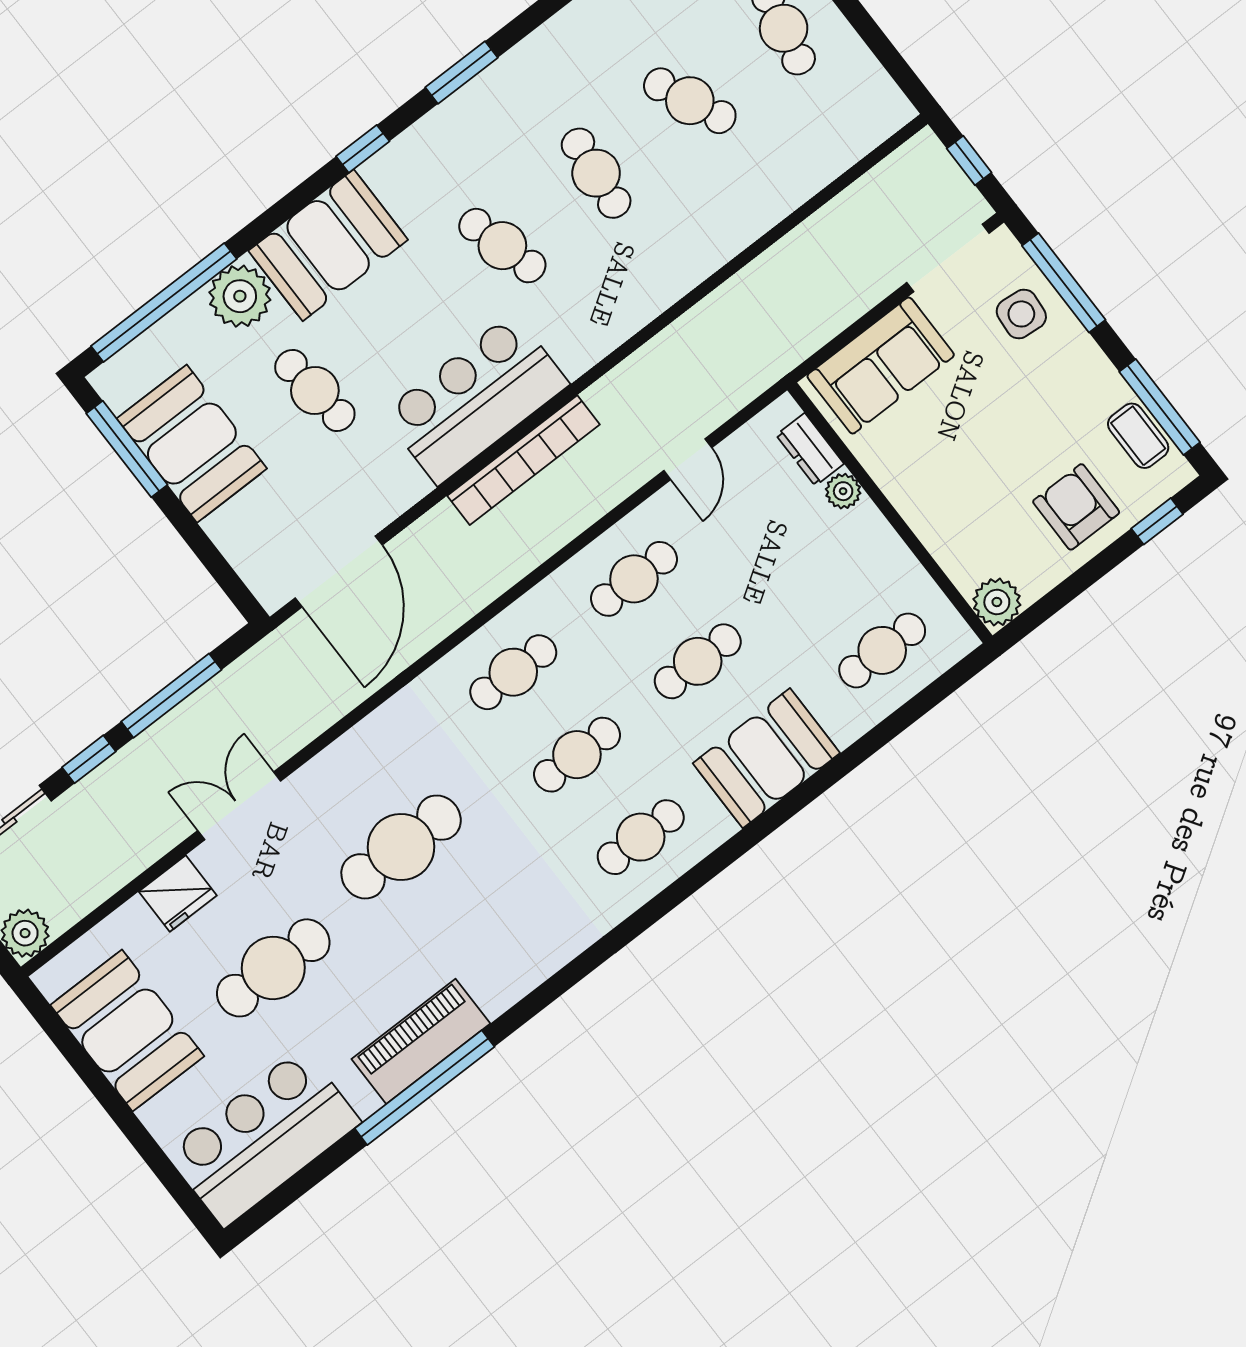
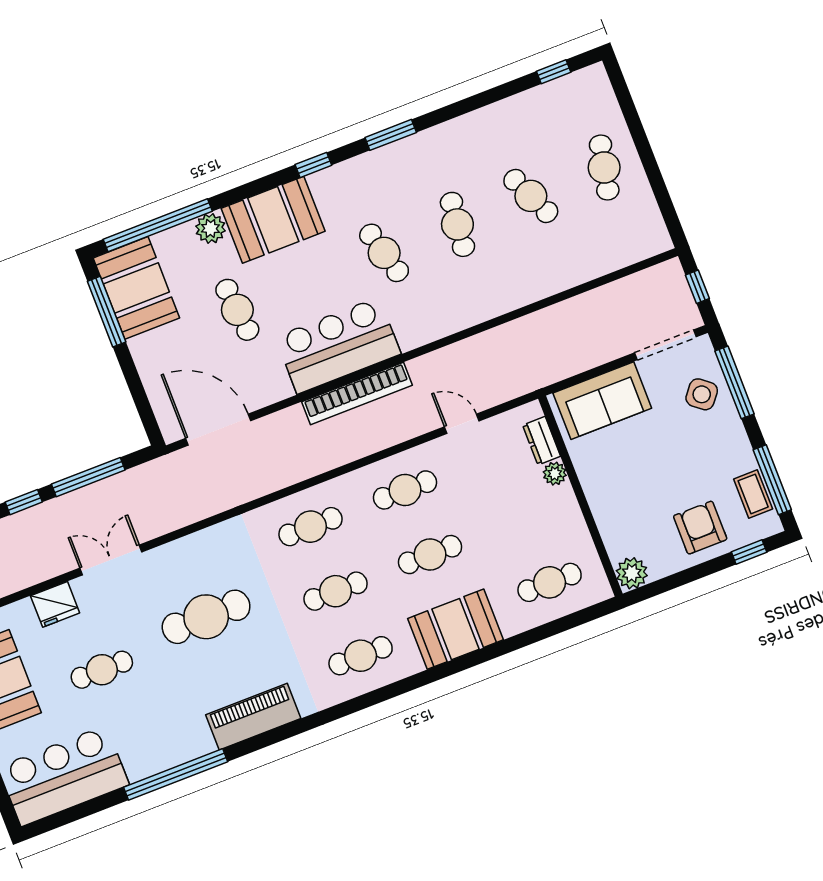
plant: (240, 296) -> (210, 228), width x0.73, depth x0.73
side table: (1021, 314) -> (702, 394), turned 34
booth: (192, 444) -> (136, 288), moved
door: (688, 459) -> (462, 424), swing flipped
door: (339, 572) -> (218, 430), swing flipped
cafe table: (273, 968) -> (102, 670), width x0.73, depth x0.74
piano: (421, 1041) -> (253, 717), moved

